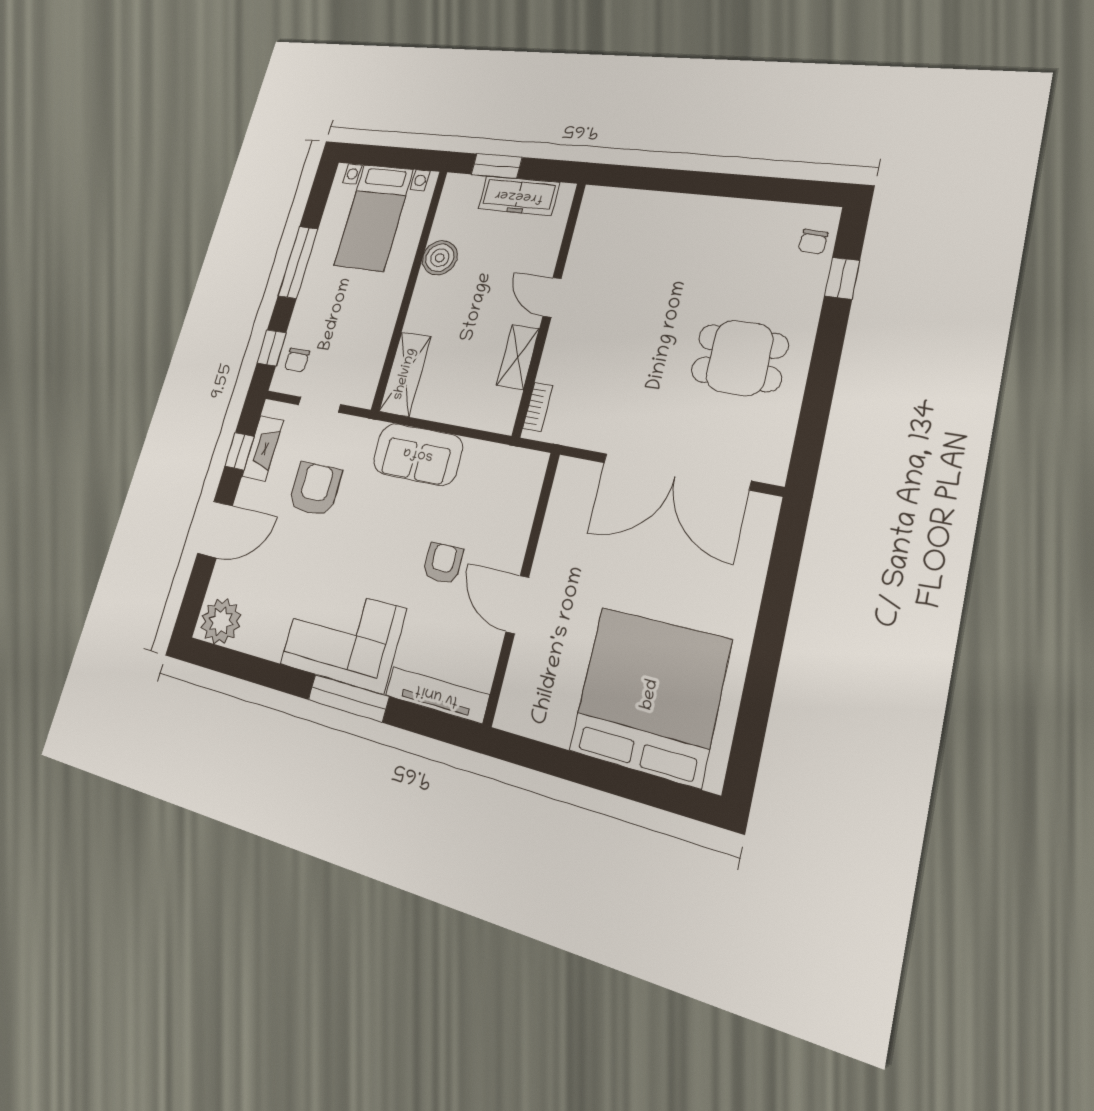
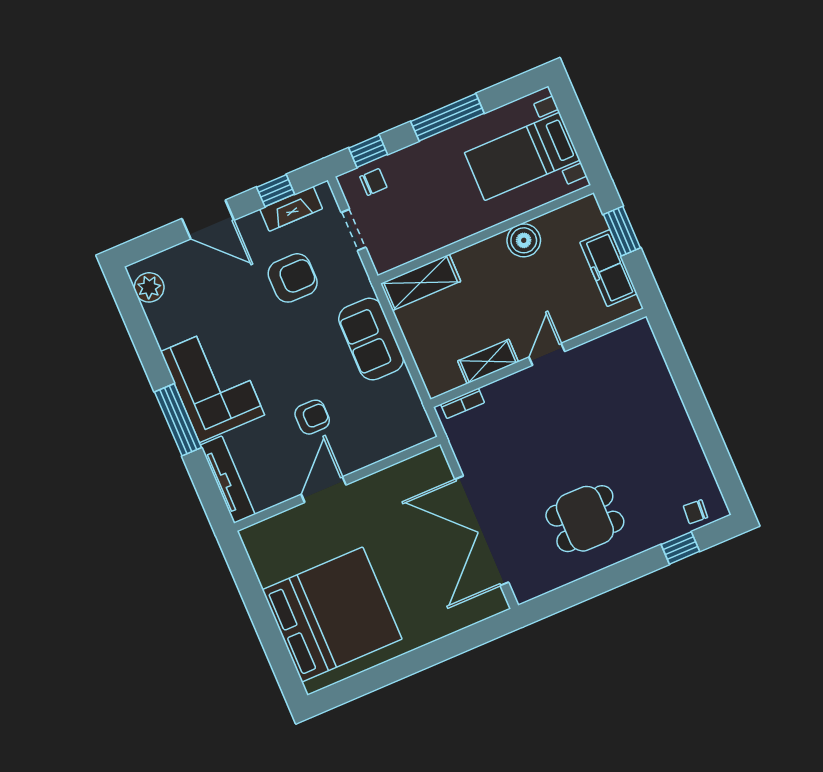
dining table: (740, 358) -> (585, 519), turned 90
chair: (297, 360) -> (373, 182), turned 180
plant: (221, 621) -> (149, 287), width x0.73, depth x0.73

